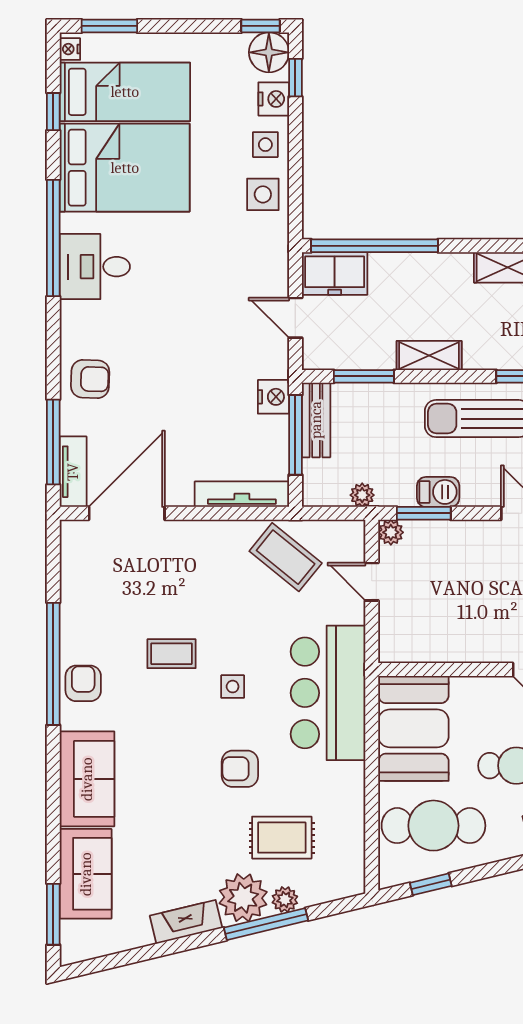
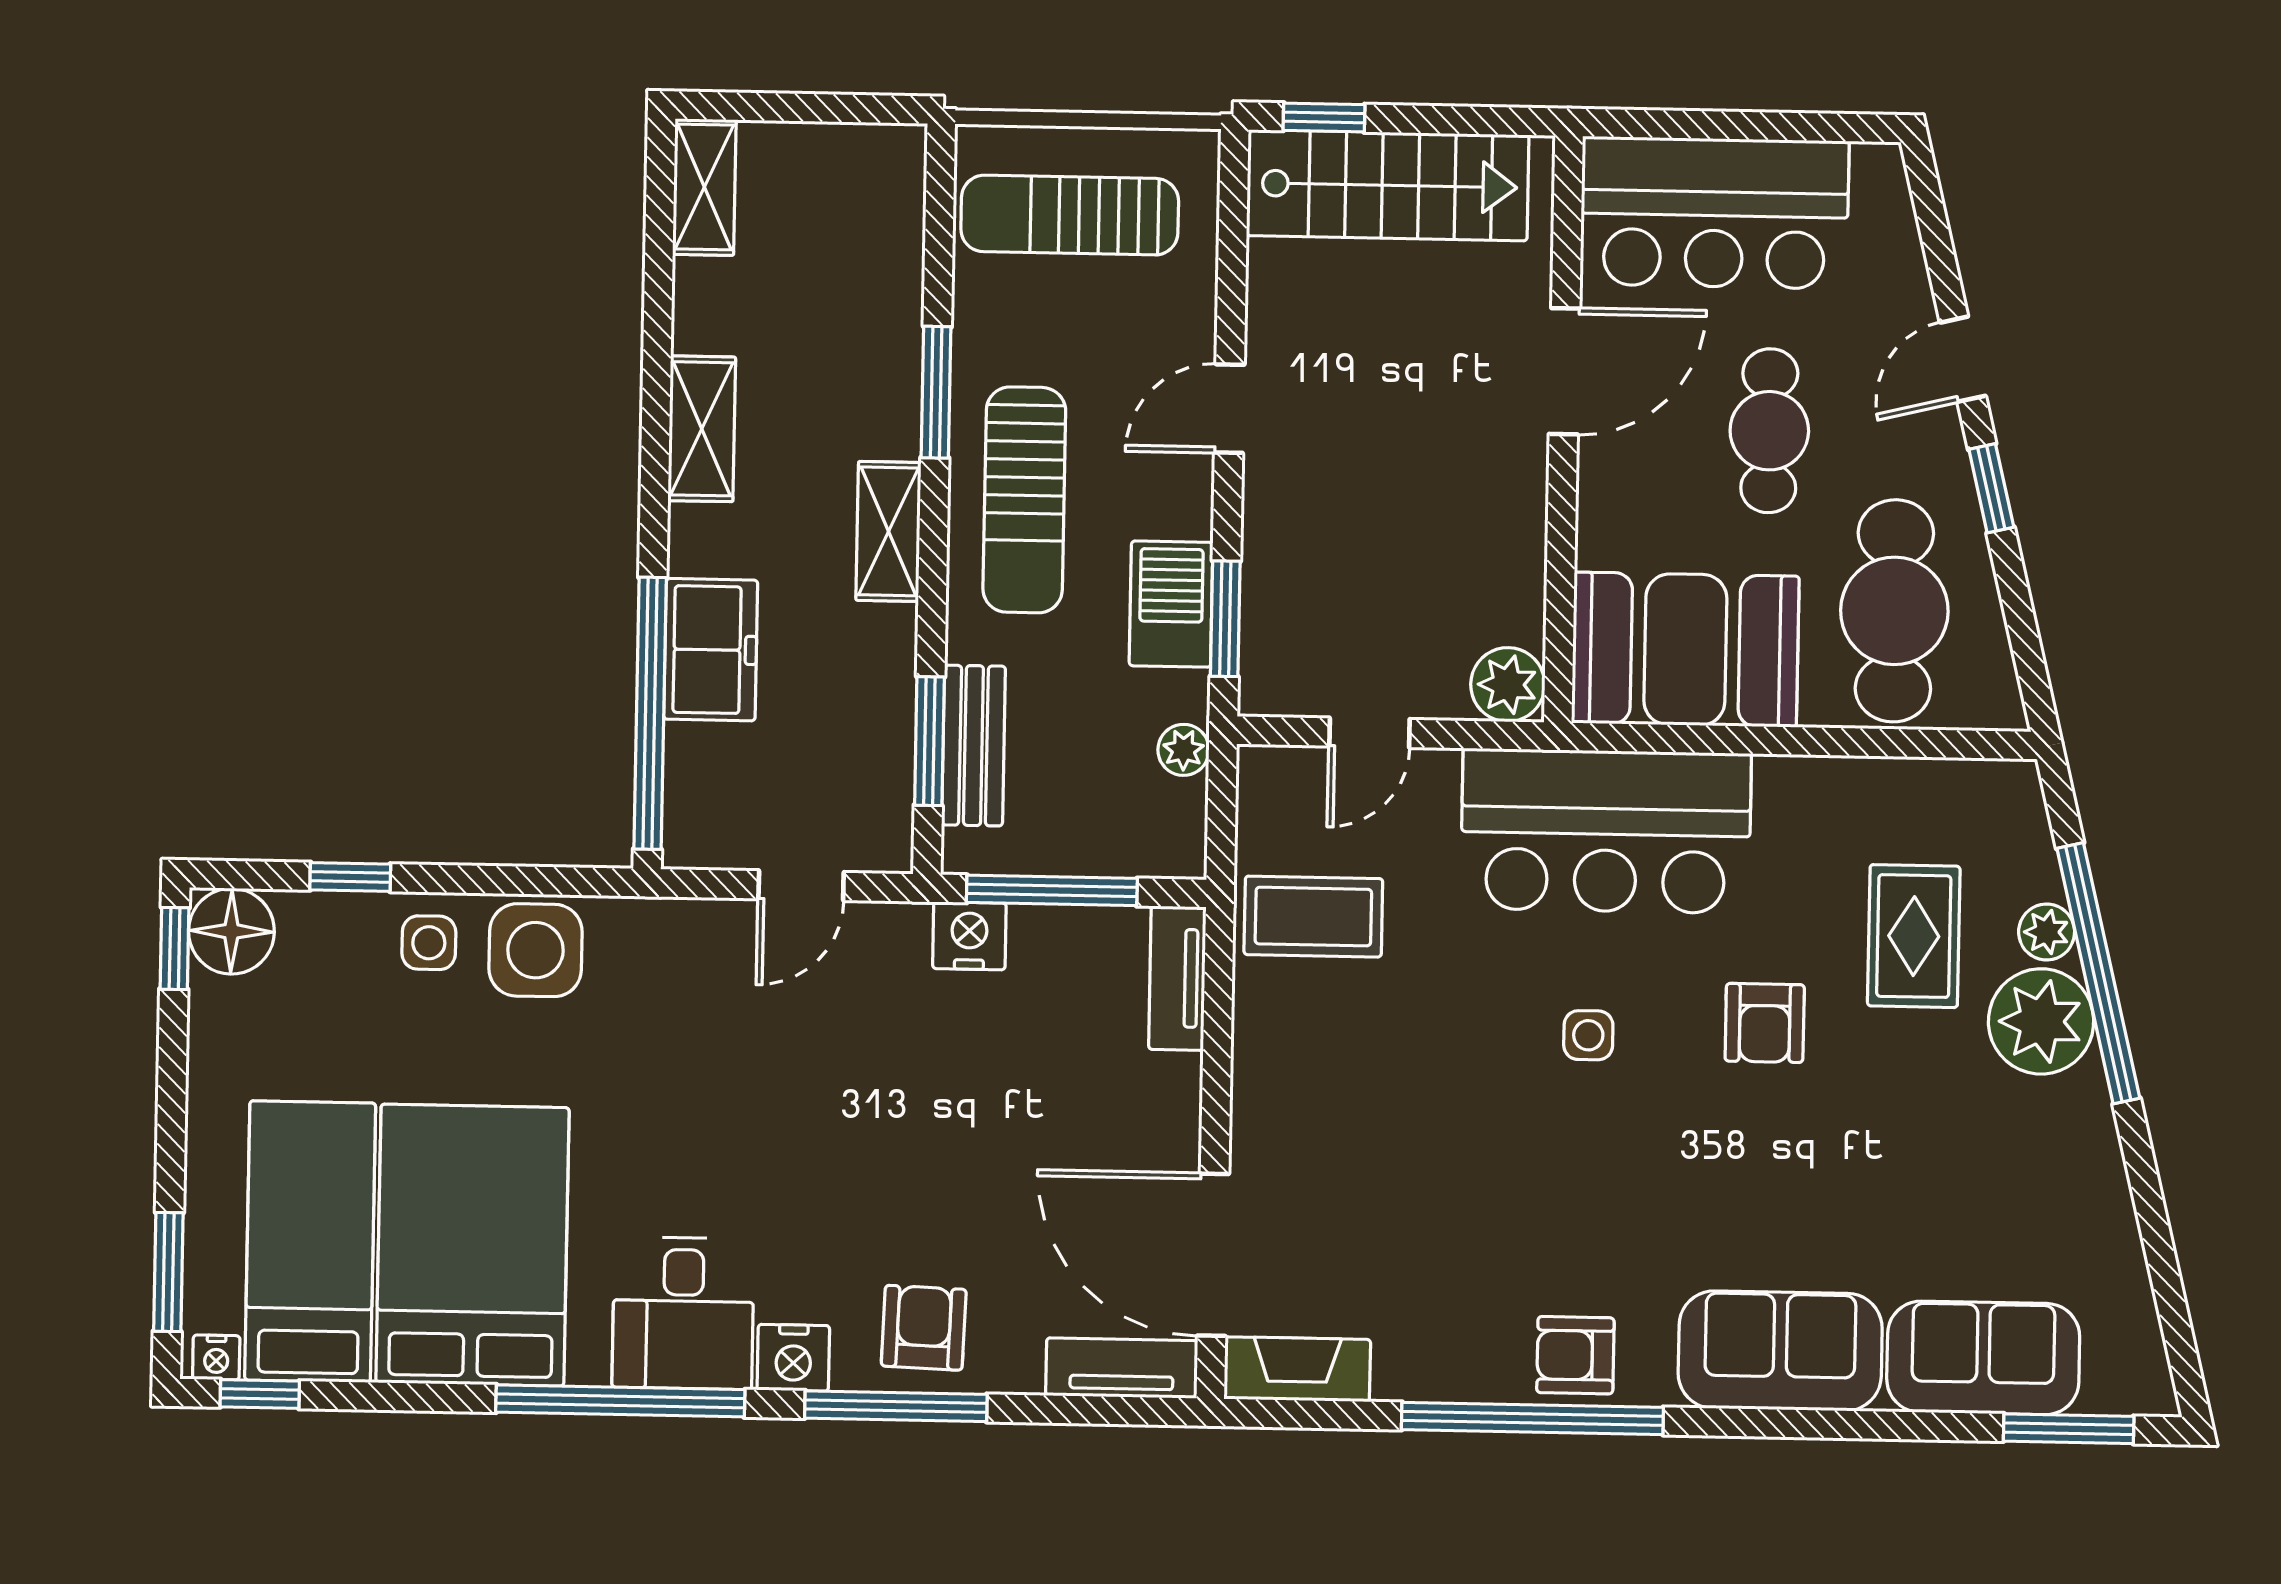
window: (295, 78) -> (350, 877), moved
nightstand: (274, 99) -> (793, 1358), moved, turned 180
window: (53, 112) -> (260, 1394), moved
side table: (263, 194) -> (536, 950), width x1.37, depth x1.37
freezer: (335, 273) -> (711, 650), moved
shelving: (429, 355) -> (888, 531), moved
bench: (316, 420) -> (973, 746), moved, turned 90
window: (53, 442) -> (896, 1406), moved
barbecue: (438, 492) -> (1171, 604), width x1.38, depth x1.27
tv unit: (242, 494) -> (1177, 978), width x0.71
plant: (391, 532) -> (1508, 685), moved, width x1.38, depth x1.38
coffee table: (286, 557) -> (1313, 917), turned 51
coffee table: (171, 654) -> (1515, 1165), removed
window: (431, 884) -> (1991, 488), moved
fireplace: (186, 922) -> (1297, 1369), moved, turned 104
window: (266, 924) -> (2098, 973), width x1.46

